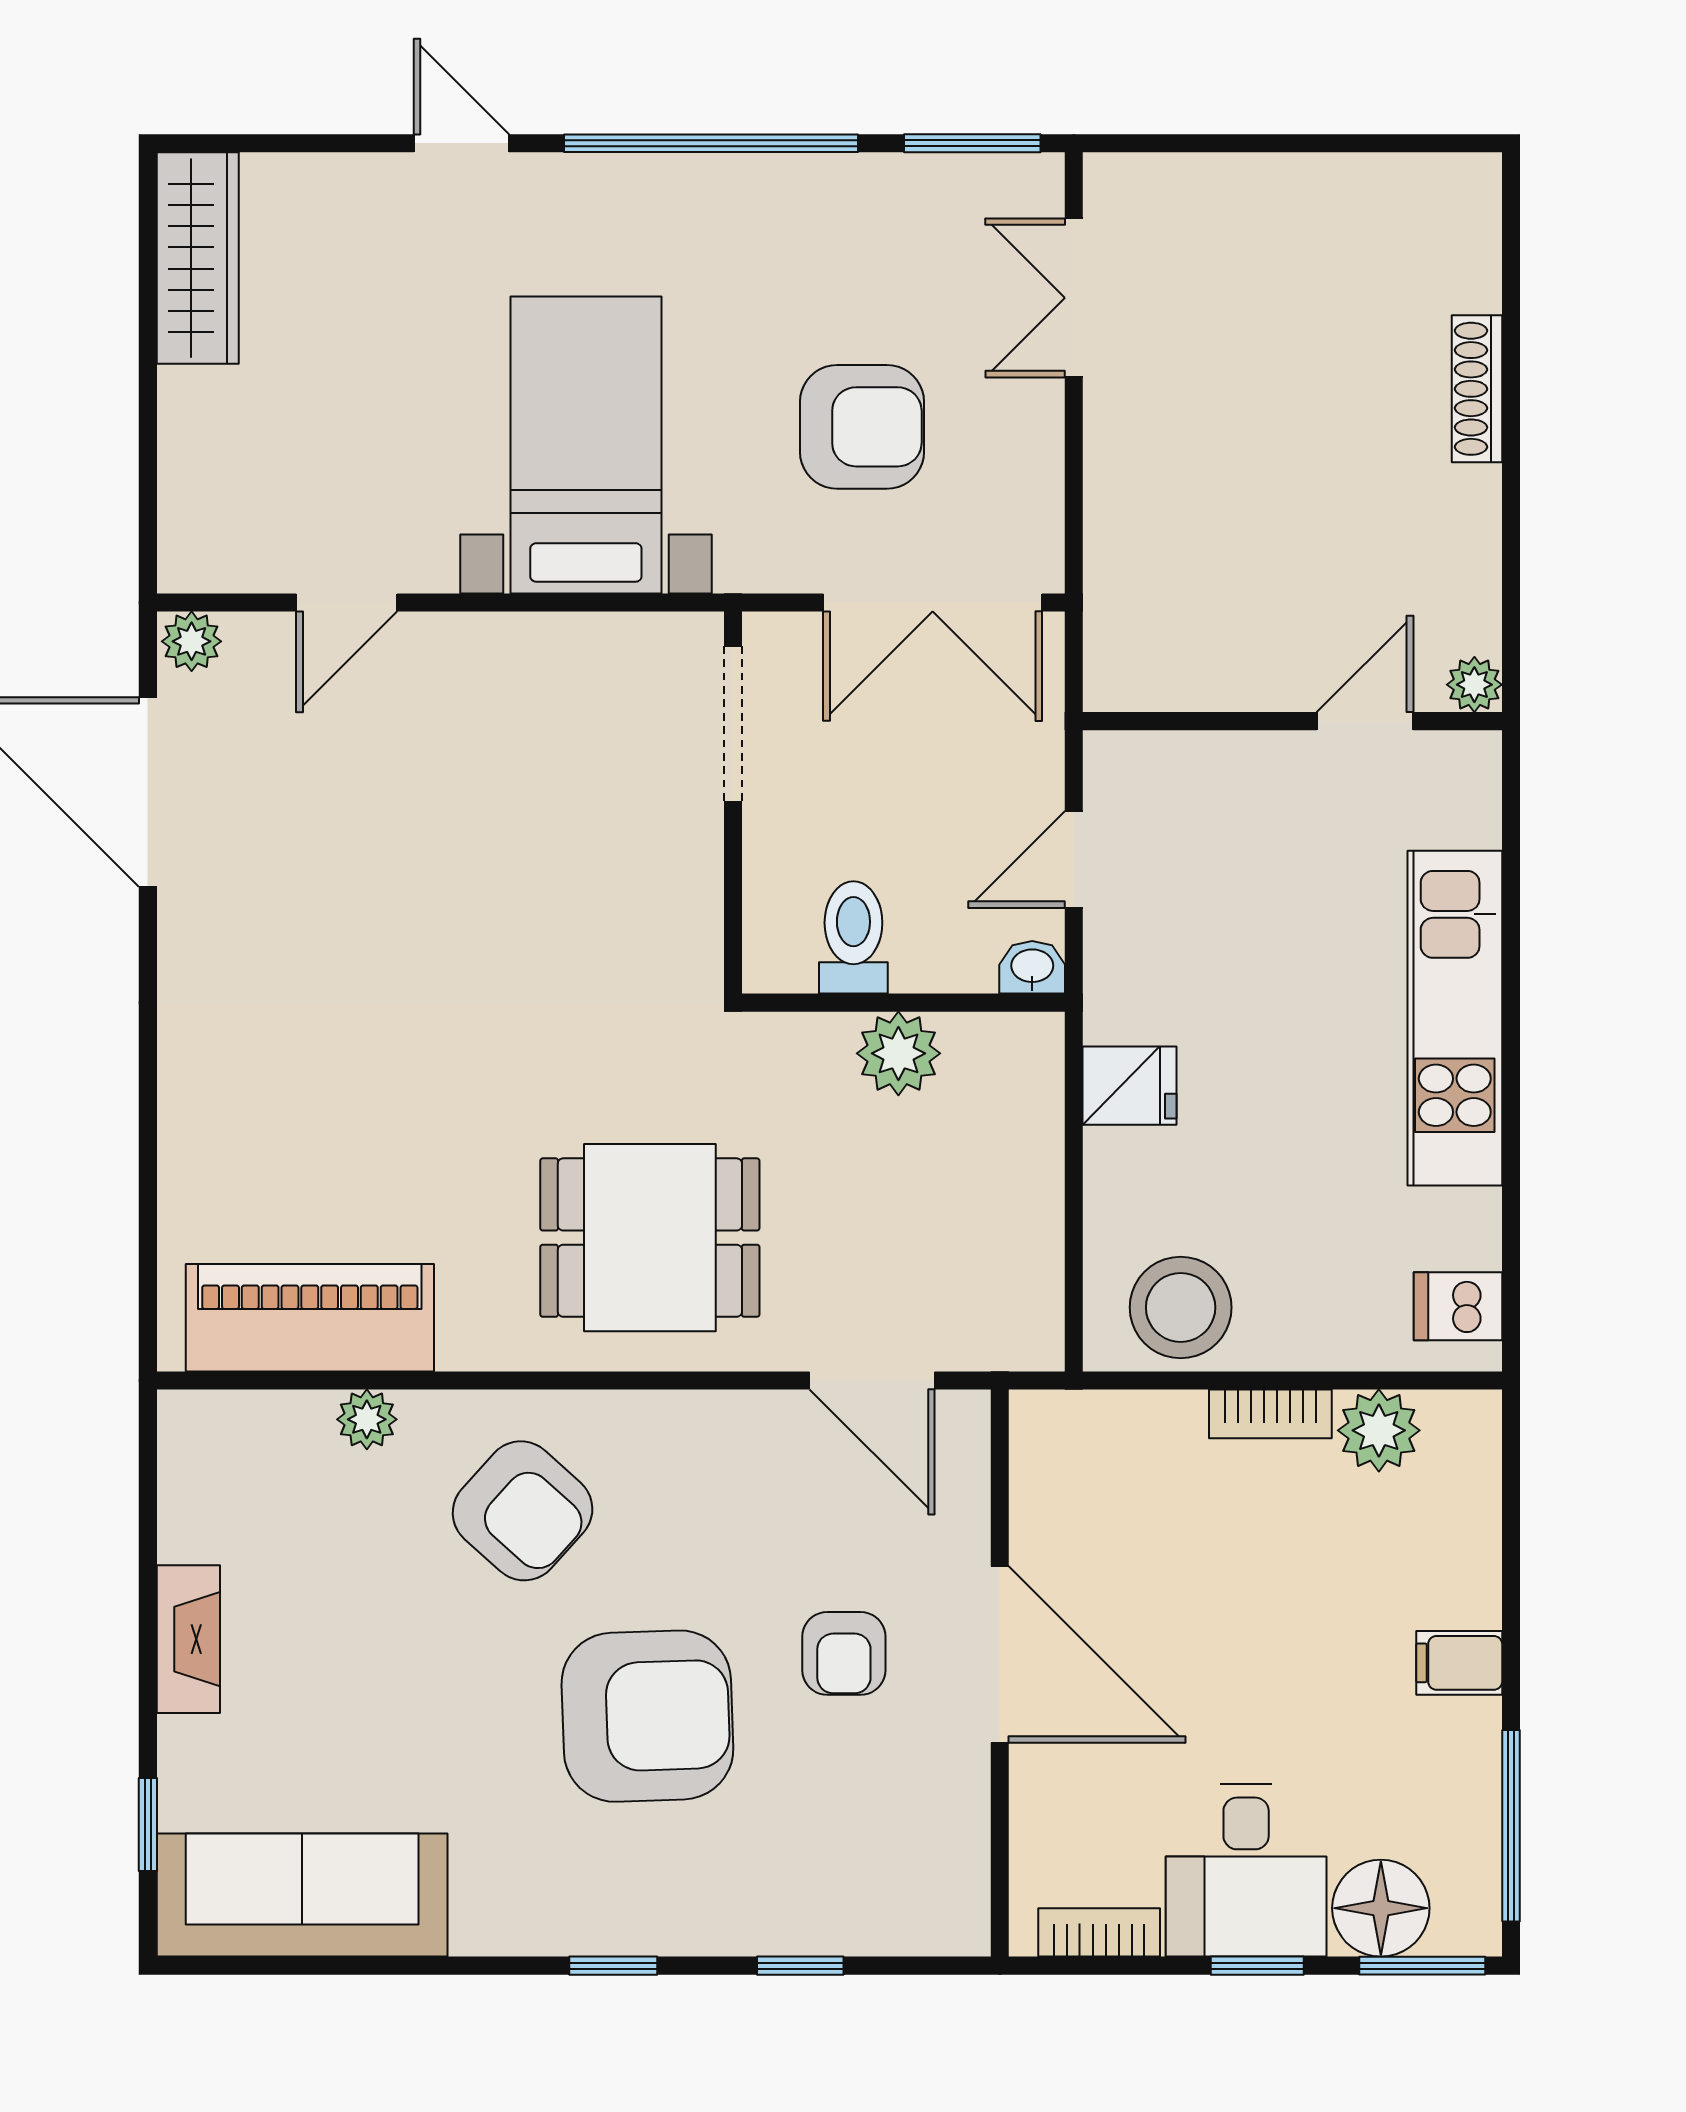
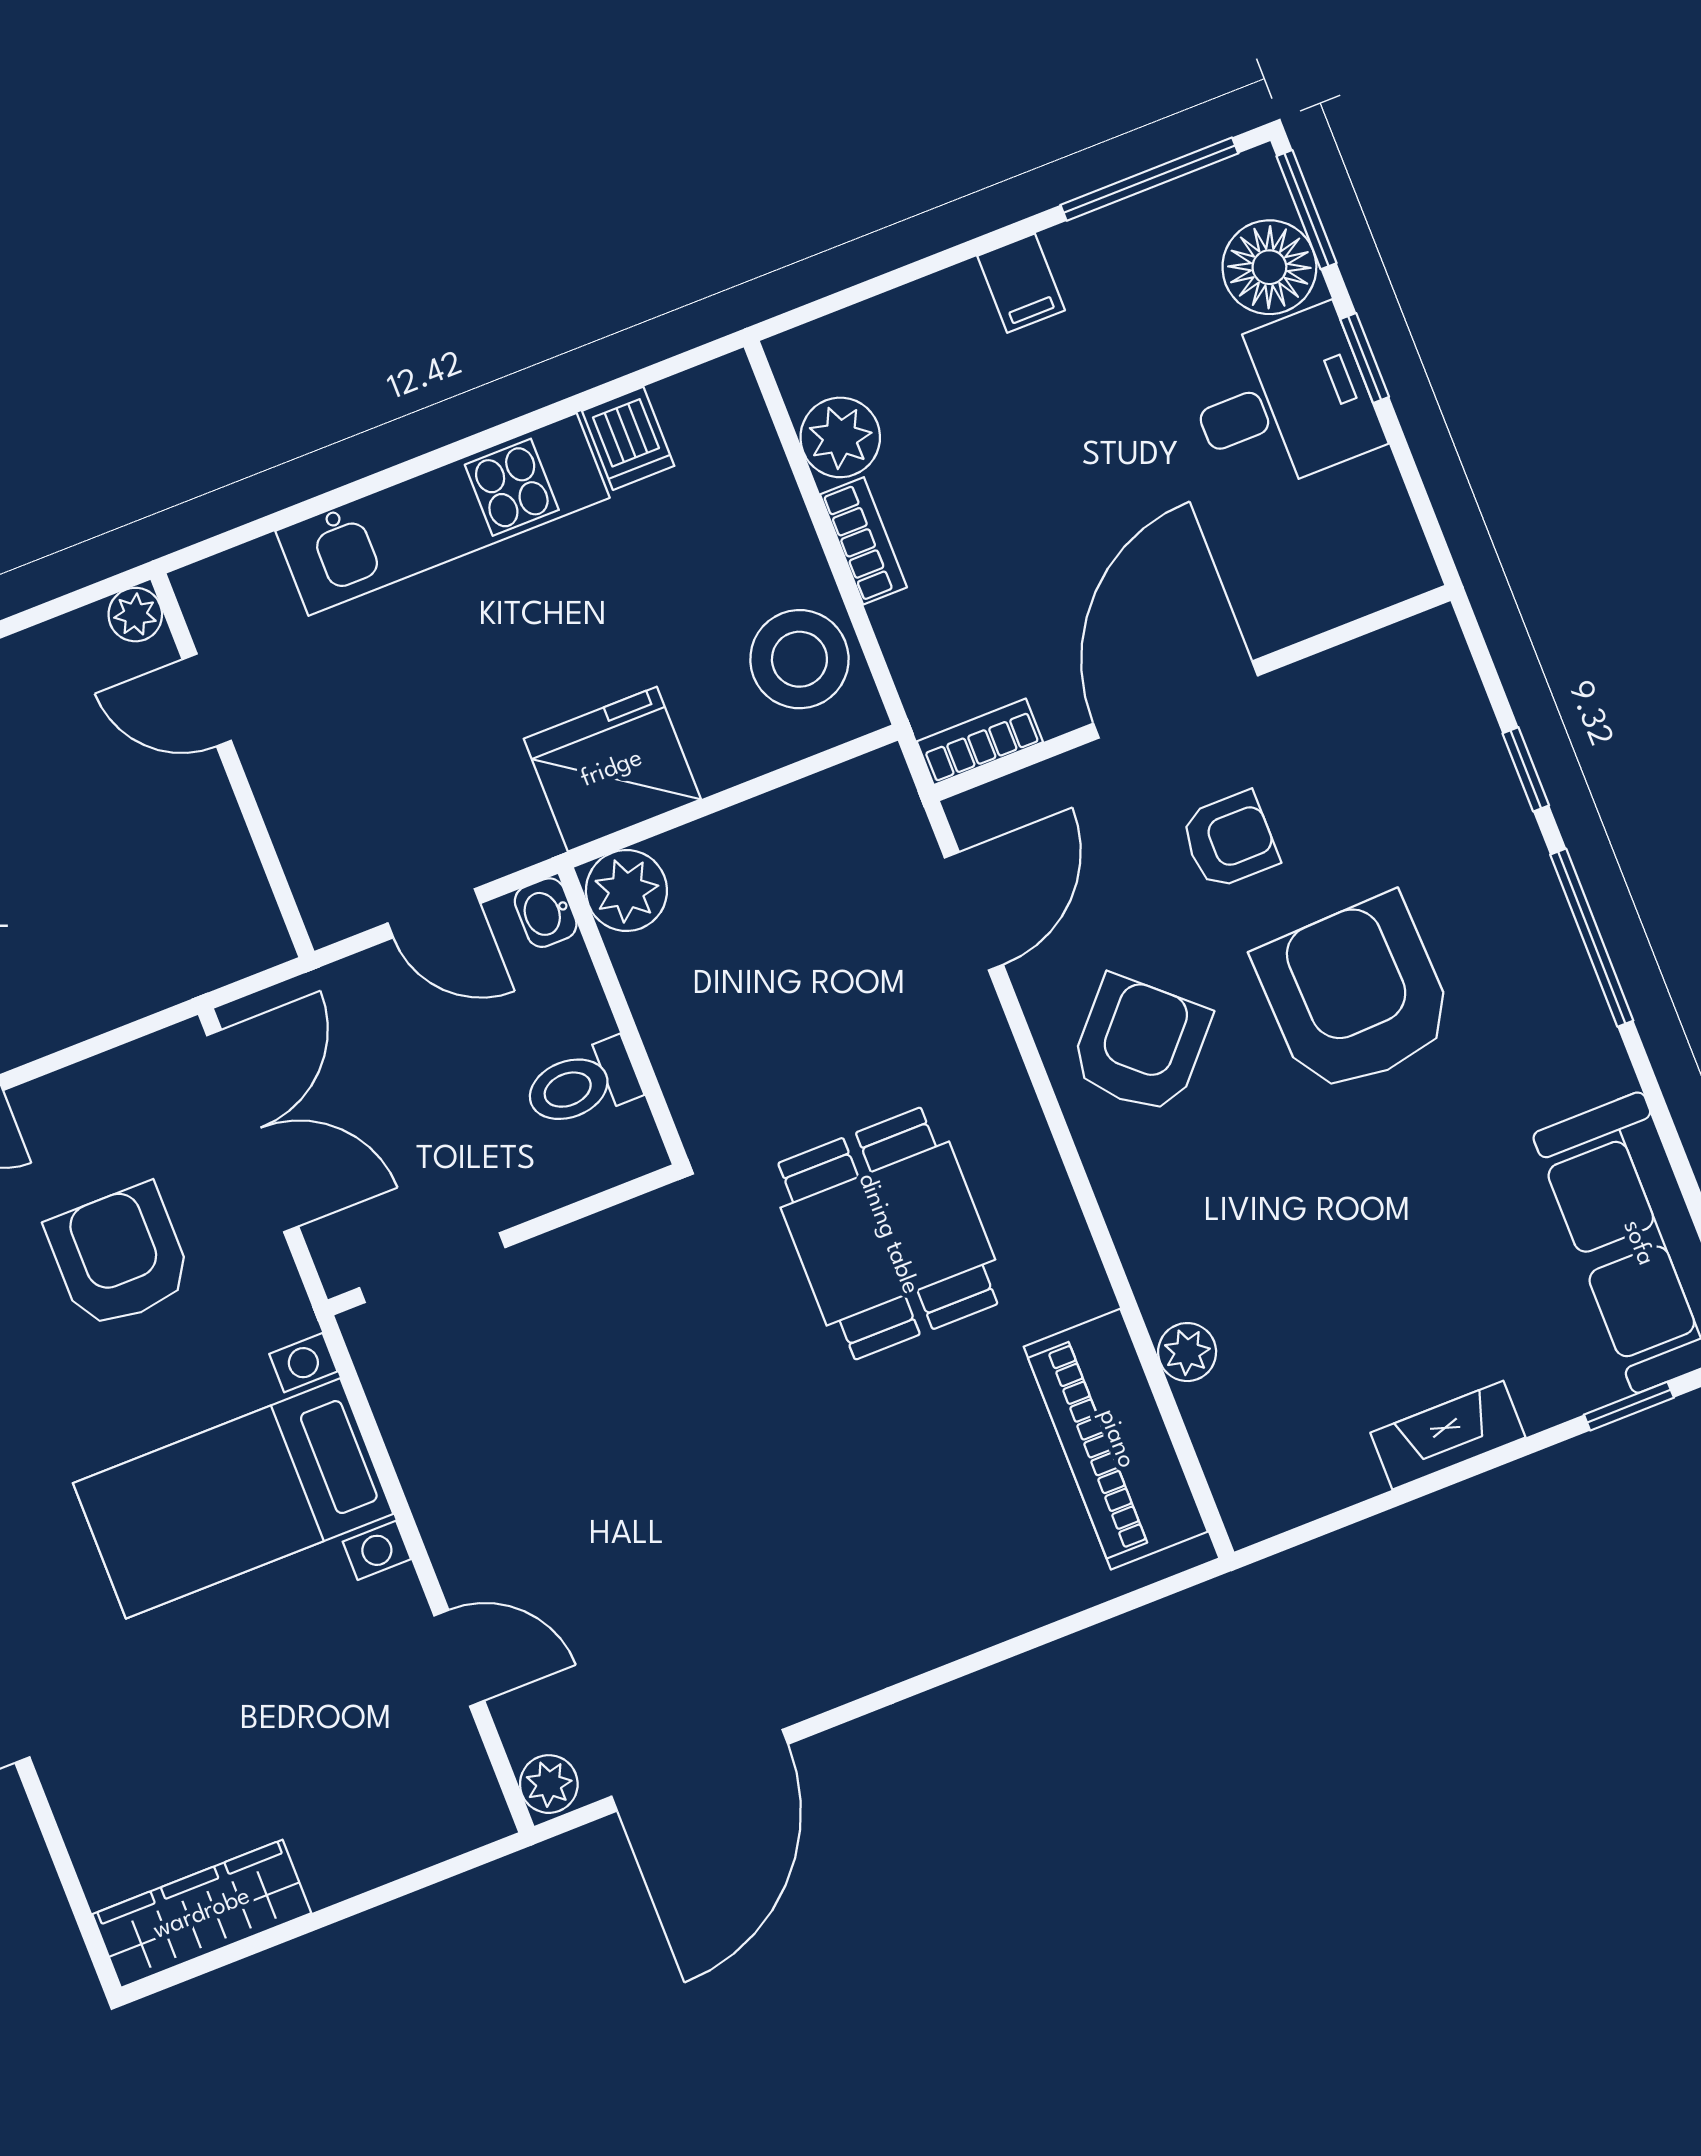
plant: (898, 1053) -> (626, 891), moved
fridge: (1130, 1086) -> (612, 769), width x1.88, depth x1.34
dining table: (650, 1238) -> (888, 1234), moved
dishwasher: (1458, 1306) -> (628, 438), moved
armchair: (523, 1511) -> (1140, 1045), moved
bookcase: (1099, 1932) -> (980, 742), moved, turned 90
window: (613, 1966) -> (1592, 938), width x2.17

